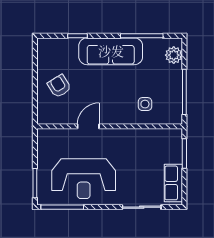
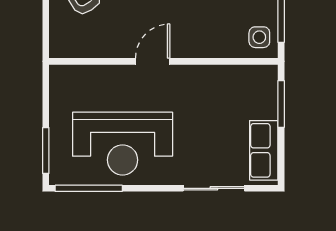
side table: (145, 104) -> (259, 37), moved
door: (88, 126) -> (153, 61), moved

